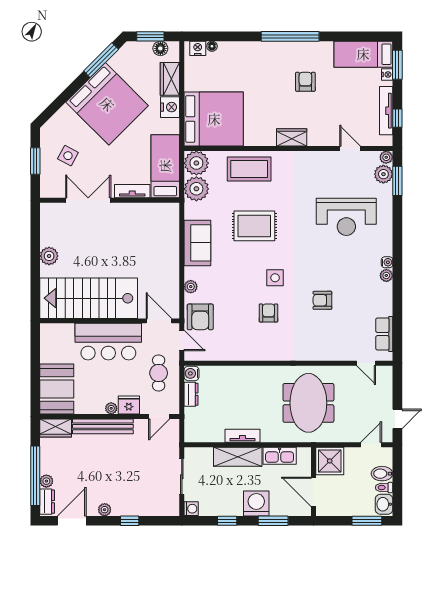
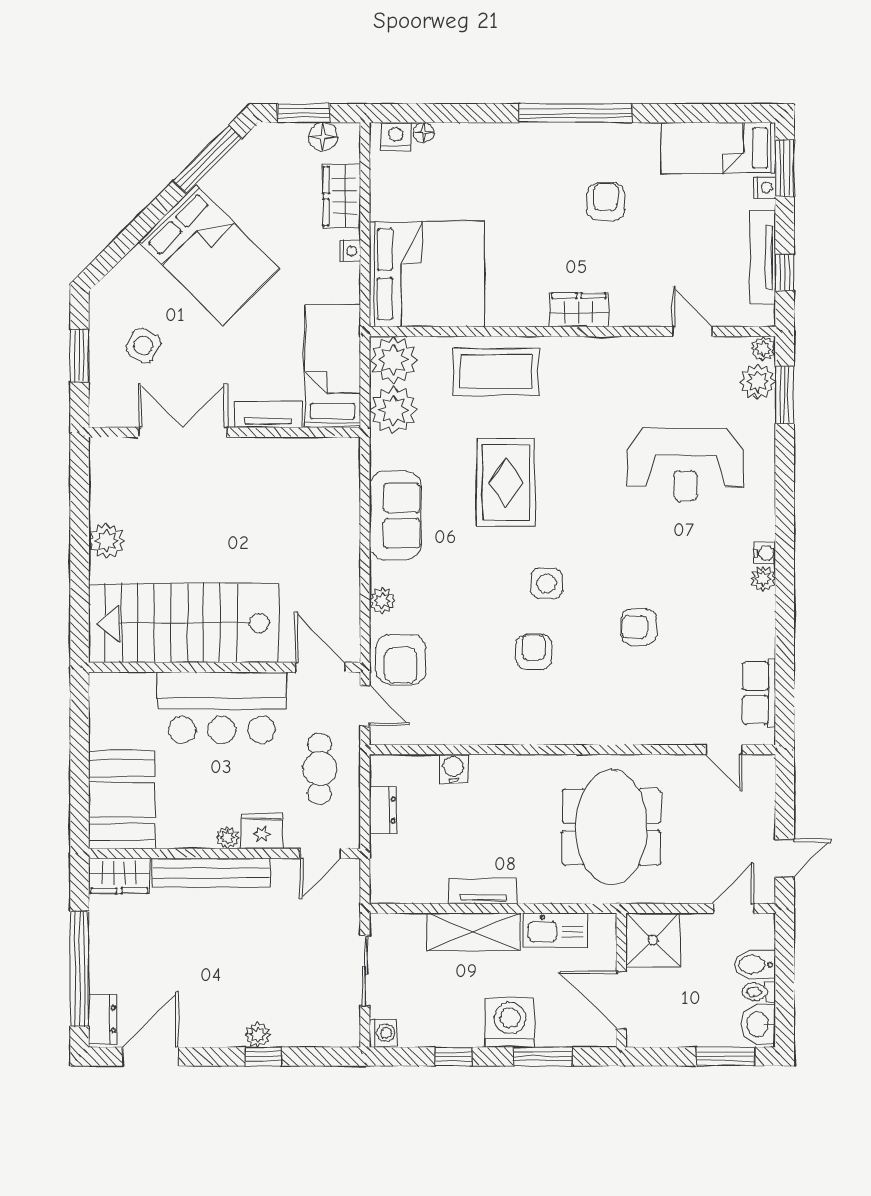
bed: (107, 104) -> (209, 255), width x0.73
nightstand: (170, 107) -> (350, 251), width x0.53, depth x0.56
rug: (254, 226) -> (506, 482), turned 90
water cooler: (192, 373) -> (453, 769), moved, turned 90
plant: (46, 481) -> (101, 979), removed
plant: (105, 510) -> (258, 1035), moved

